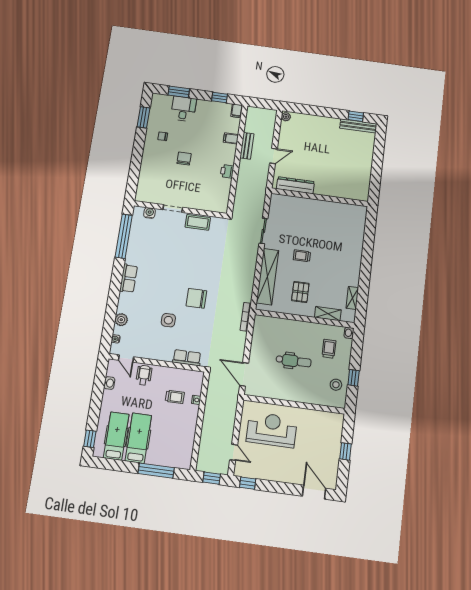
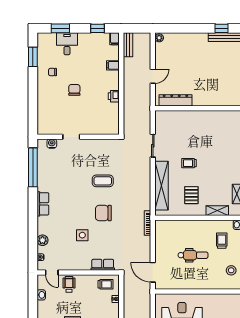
bench: (247, 146) -> (128, 45), moved
coffee table: (198, 222) -> (103, 181), moved
trolley: (175, 397) -> (105, 284), moved

